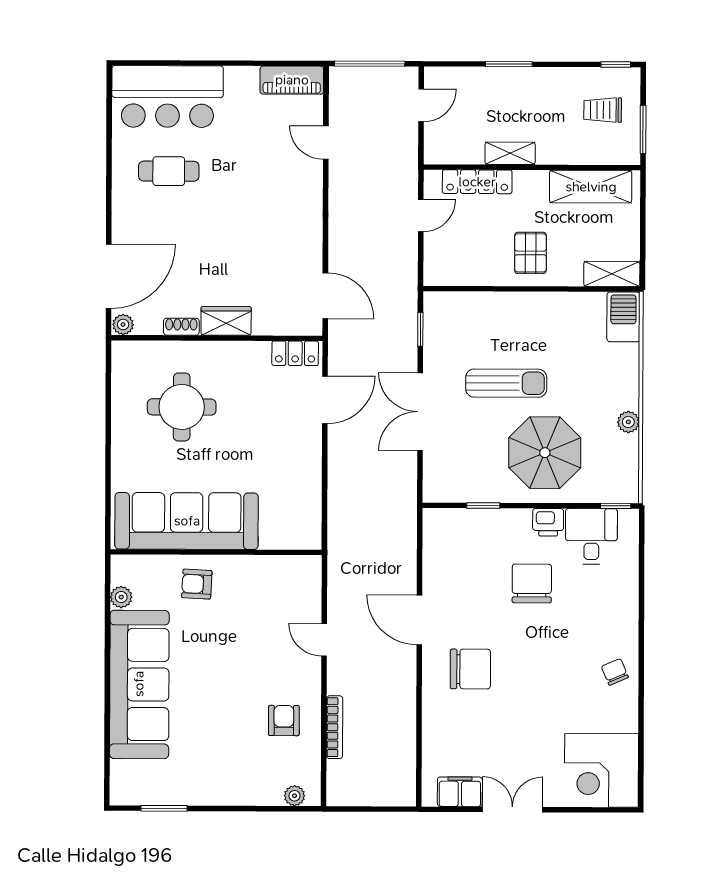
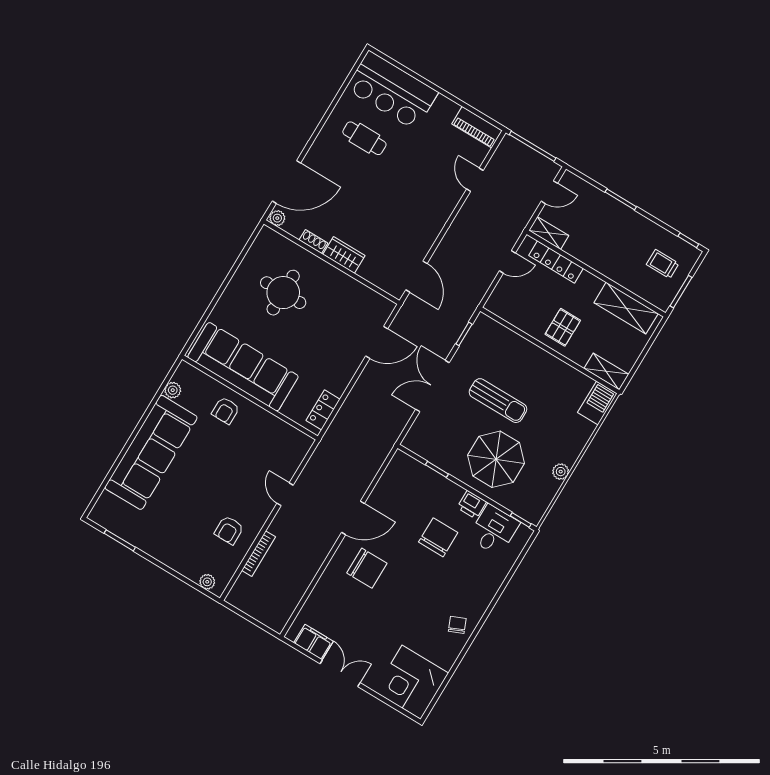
shelving: (510, 153) -> (549, 233), moved
locker: (295, 353) -> (323, 410), moved, turned 90
armchair: (197, 584) -> (226, 411), turned -93
door: (419, 620) -> (353, 518), swing flipped
armchair: (284, 721) -> (229, 530), turned 180

